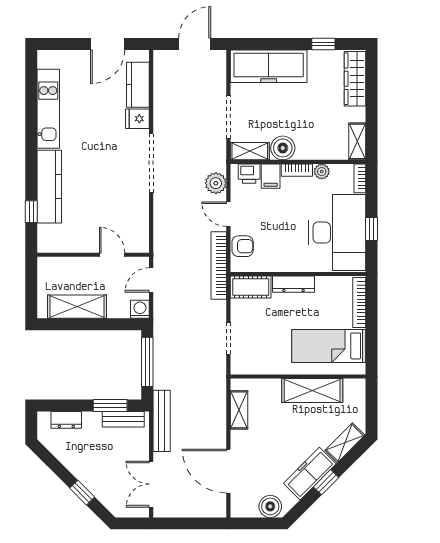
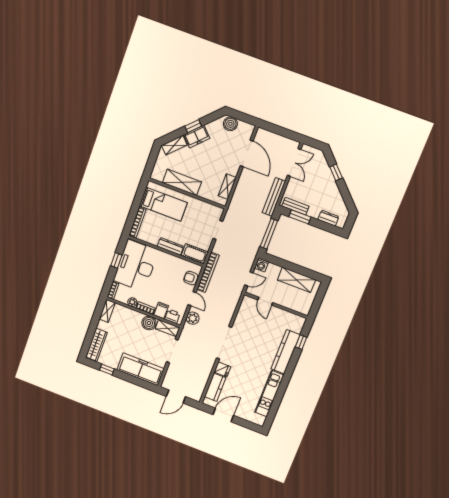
freezer: (310, 474) -> (197, 137), width x0.71

